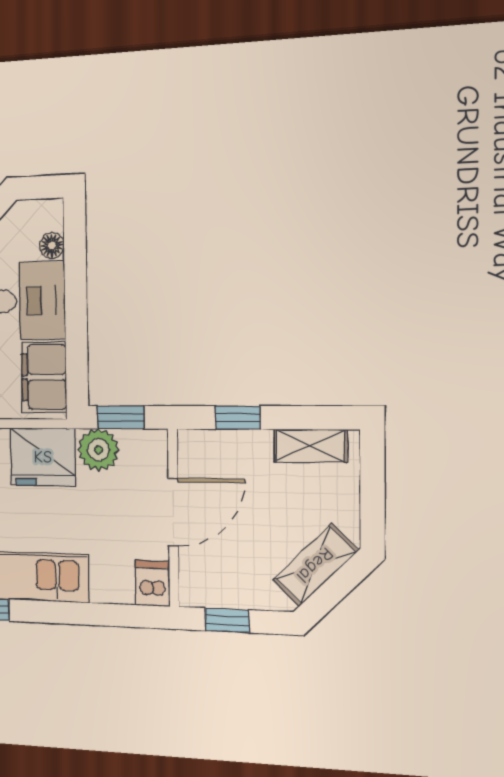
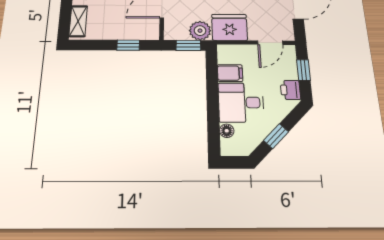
filing cabinet: (44, 377) -> (230, 73), width x0.50
shelving: (310, 446) -> (78, 21), moved, turned 90

